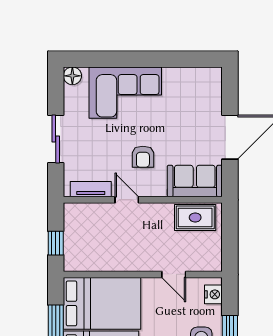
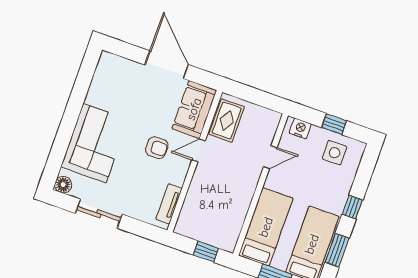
sliding door: (56, 139) -> (99, 214), moved
door: (127, 200) -> (199, 150), moved
bed: (102, 303) -> (266, 227), width x0.67

